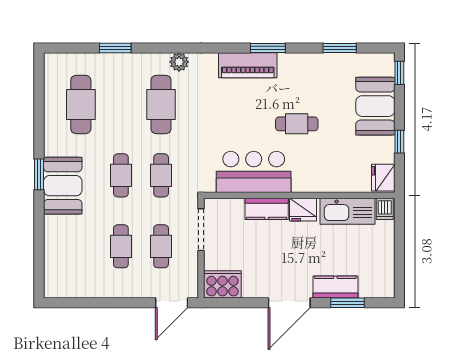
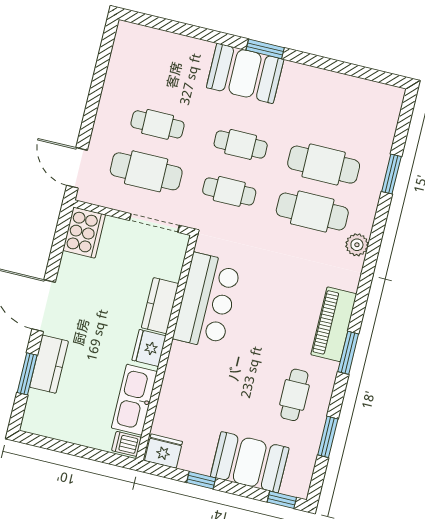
cafe table: (81, 105) -> (324, 165), moved
cafe table: (297, 124) -> (294, 395), moved
cafe table: (161, 246) -> (146, 171), width x1.37, depth x1.35

